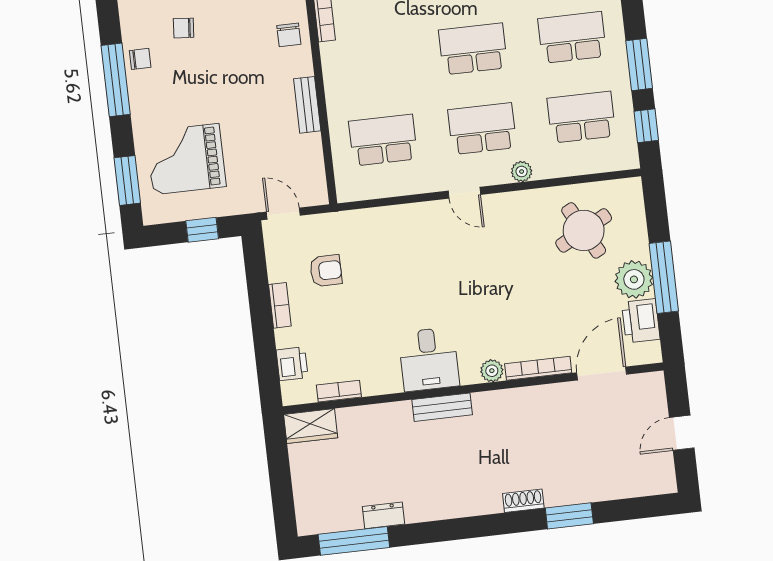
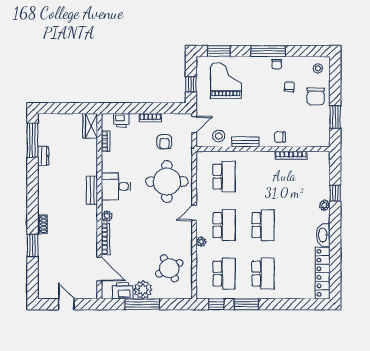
stool: (301, 161) -> (219, 136), added
round table: (407, 256) -> (167, 182), added

